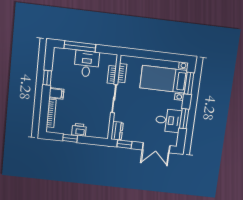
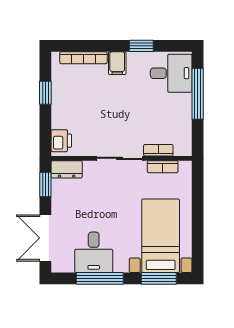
desk: (87, 64) -> (171, 73), moved
window: (184, 119) -> (100, 278), width x1.44
printer: (79, 130) -> (61, 141), moved

